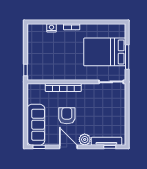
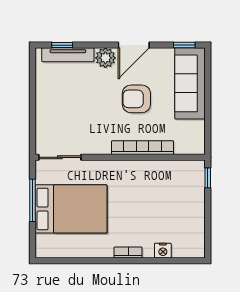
armchair: (67, 116) -> (136, 99), turned 90
door: (68, 147) -> (134, 45), hinge flipped

